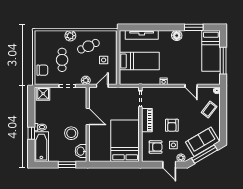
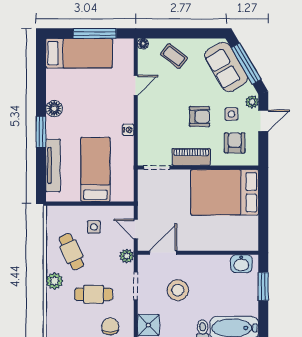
window: (194, 27) -> (41, 132), moved
door: (88, 117) -> (163, 253), moved
stool: (71, 133) -> (178, 290), moved

